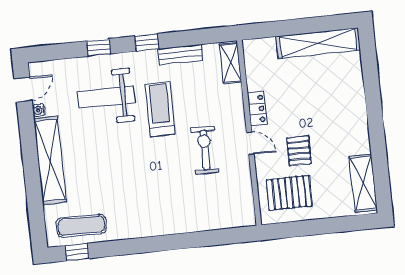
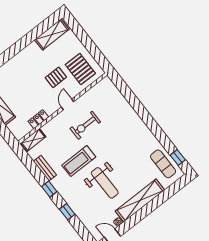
weight bench: (106, 97) -> (105, 183), moved
locker: (257, 109) -> (38, 119), moved

